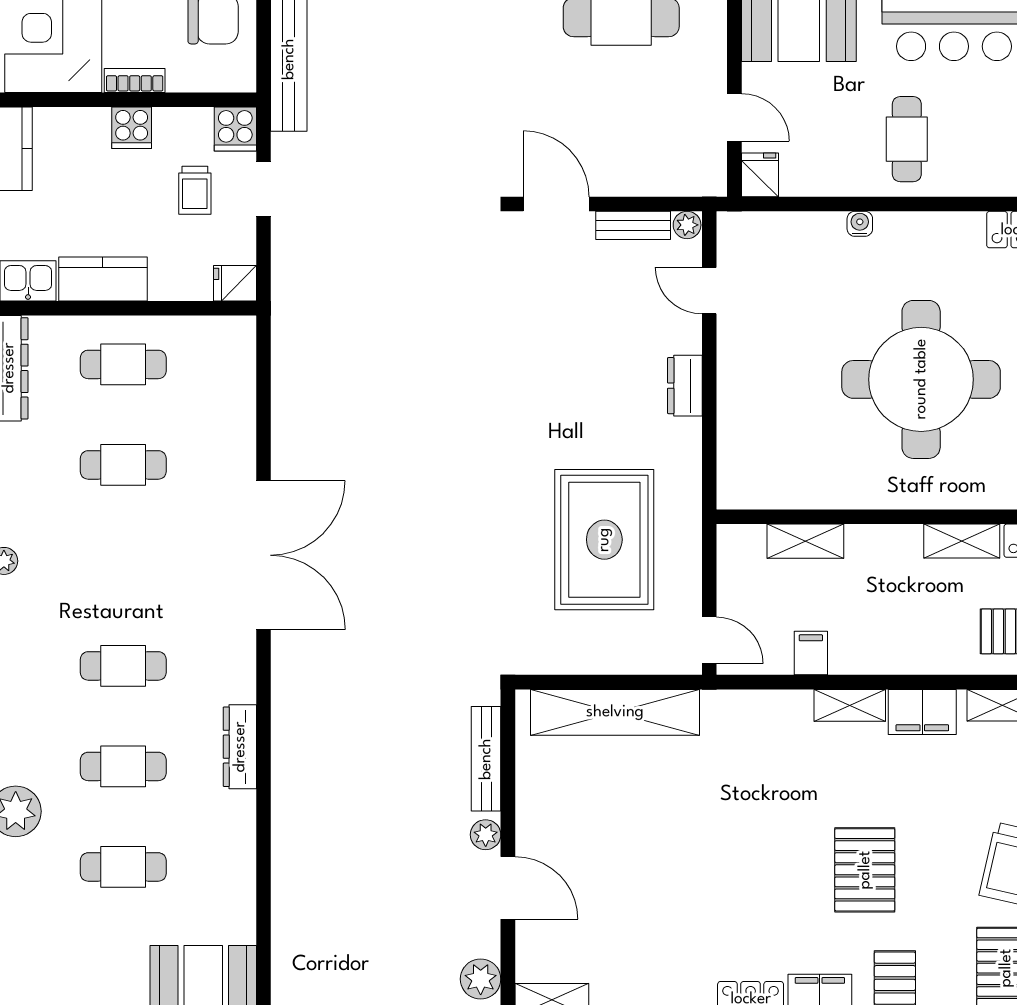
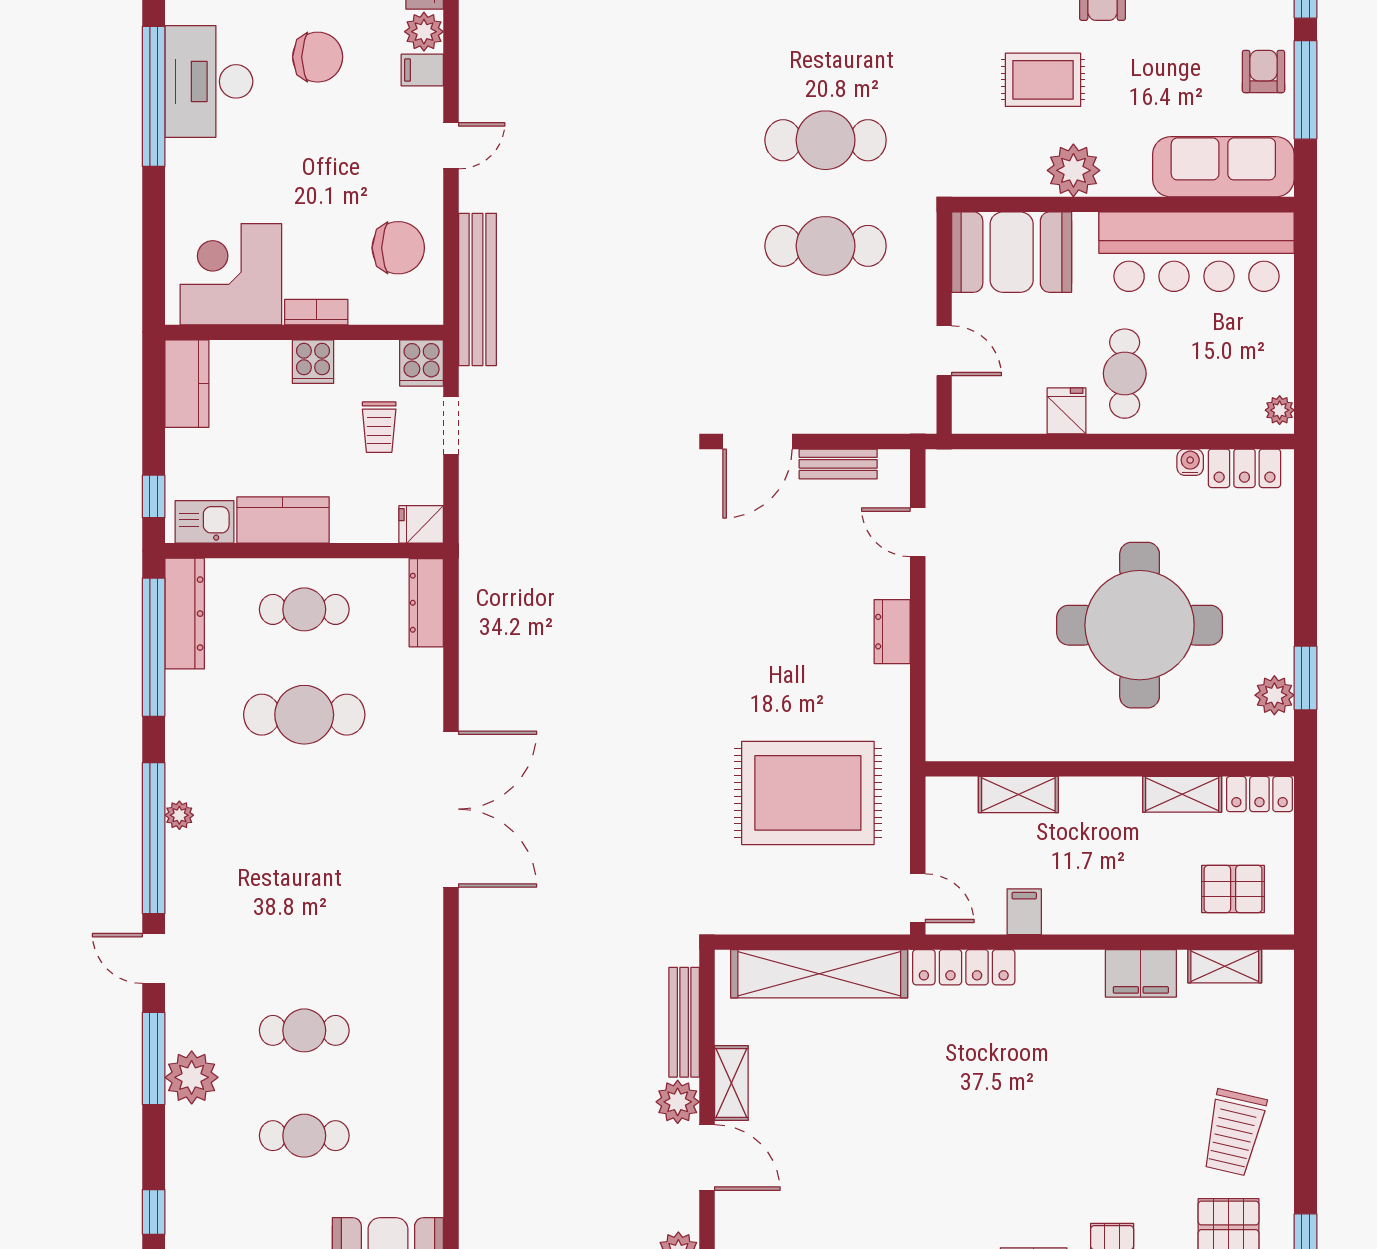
fridge: (760, 175) -> (1067, 411), moved
door: (556, 204) -> (757, 441), swing flipped
water cooler: (860, 224) -> (1190, 462), moved
plant: (687, 225) -> (895, 463), removed
cafe table: (123, 465) -> (304, 715), width x1.37, depth x1.35
rug: (604, 540) -> (808, 793), turned 90
cafe table: (123, 666) -> (304, 925), removed
shelving: (850, 705) -> (731, 1083), moved, turned 90
locker: (753, 706) -> (964, 967), added
dresser: (240, 747) -> (426, 603), moved
plant: (486, 835) -> (678, 1102), width x1.38, depth x1.38
pallet: (865, 870) -> (1081, 1139), removed

